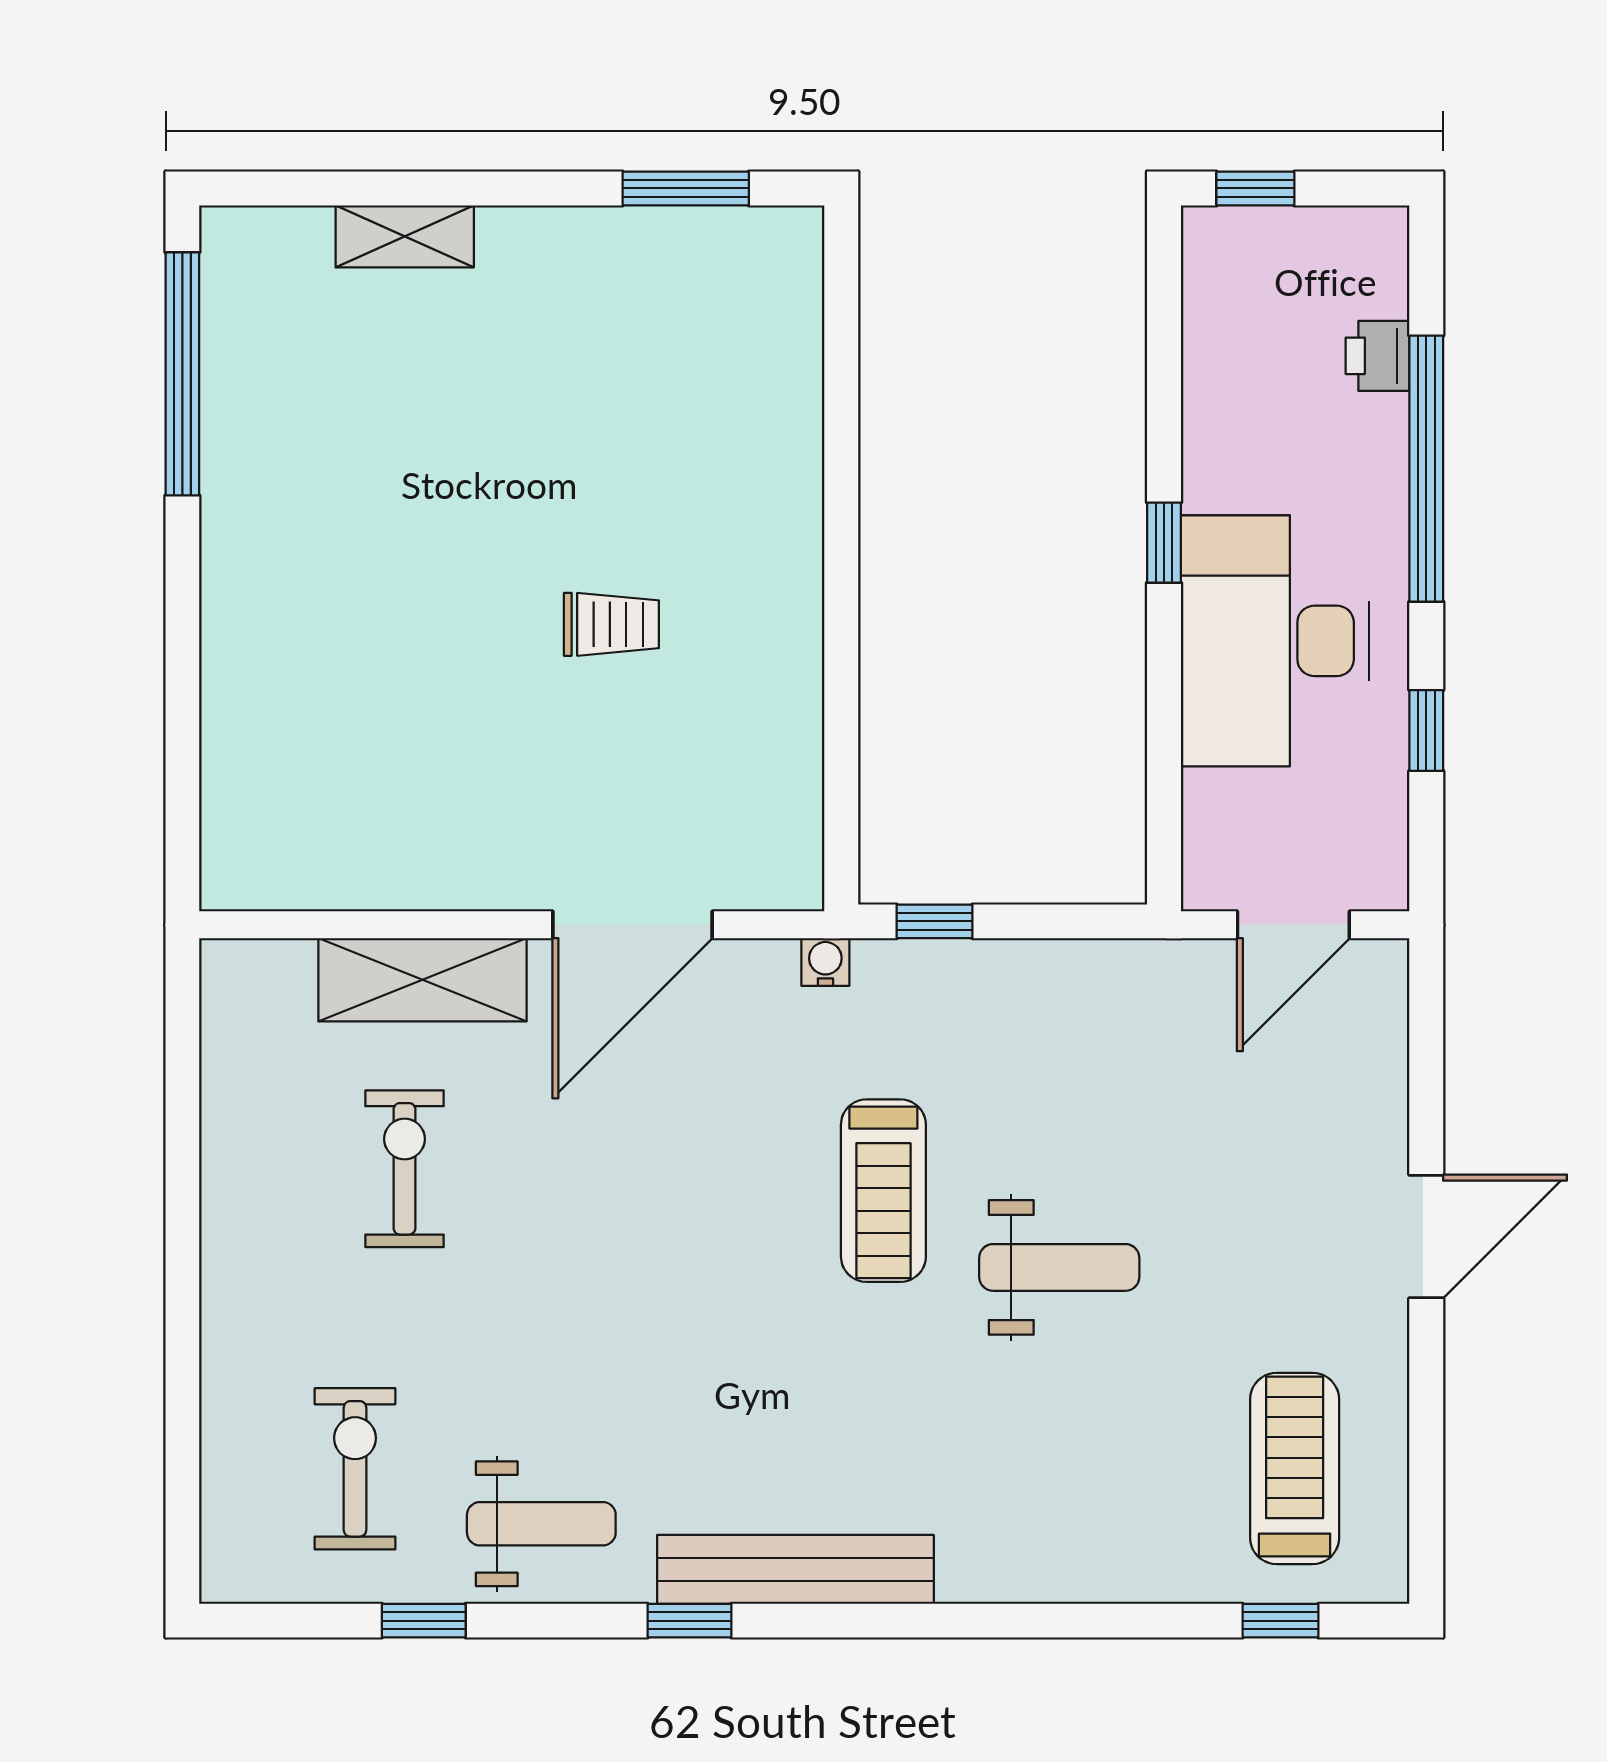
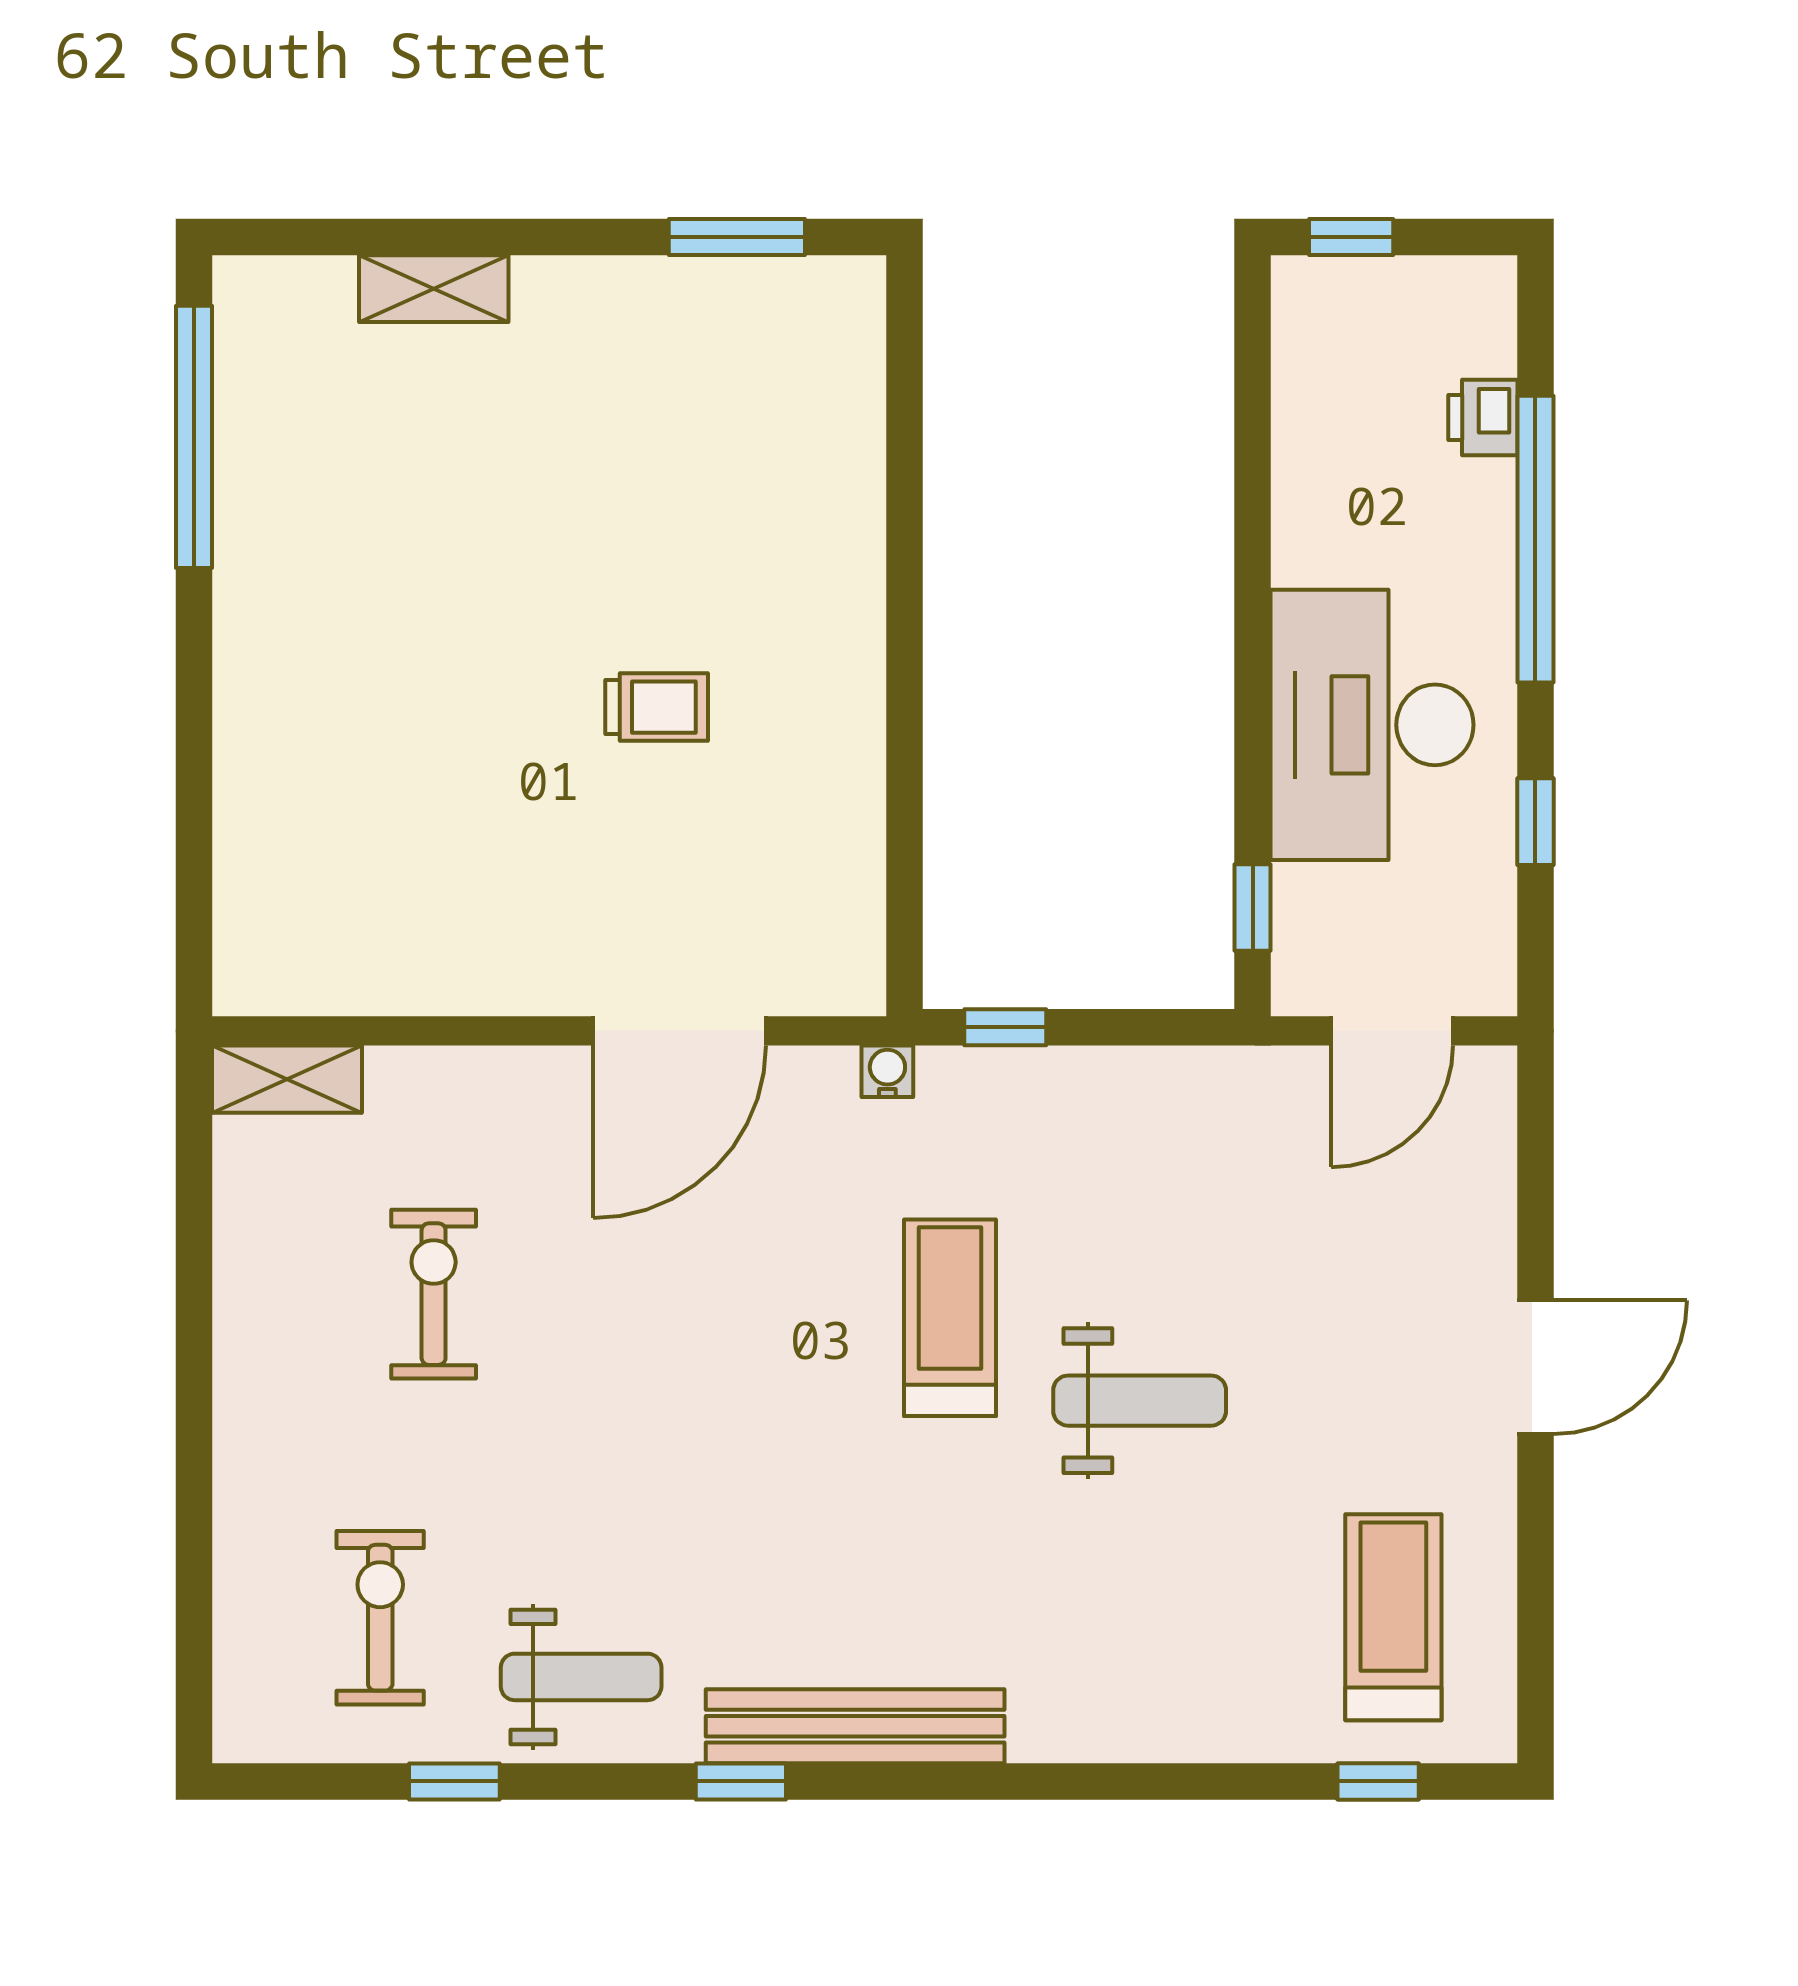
window: (1164, 543) -> (1253, 908), moved
shelving: (422, 980) -> (287, 1079), moved, width x0.67, depth x0.75
treadmill: (883, 1191) -> (950, 1318), turned 180

